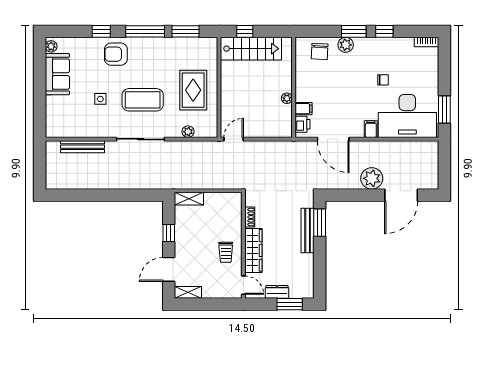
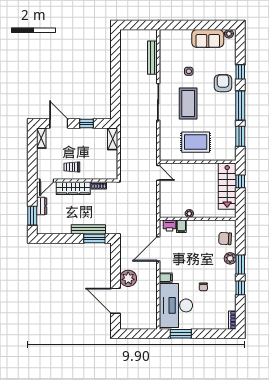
plant: (188, 132) -> (164, 138), removed

